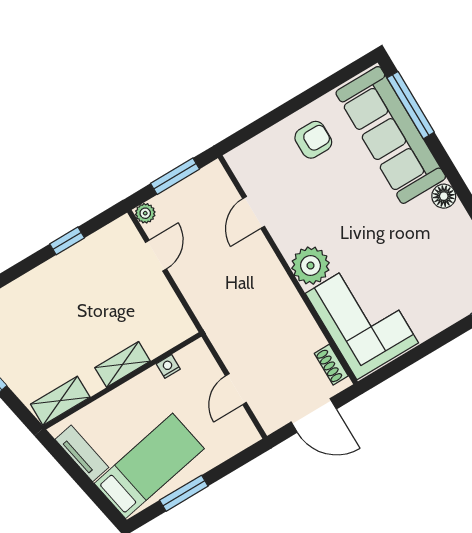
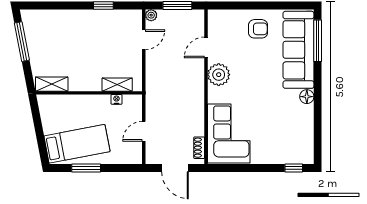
plant: (311, 266) -> (219, 75), moved
shelving: (123, 364) -> (117, 85), moved
tv unit: (82, 453) -> (47, 117), removed

